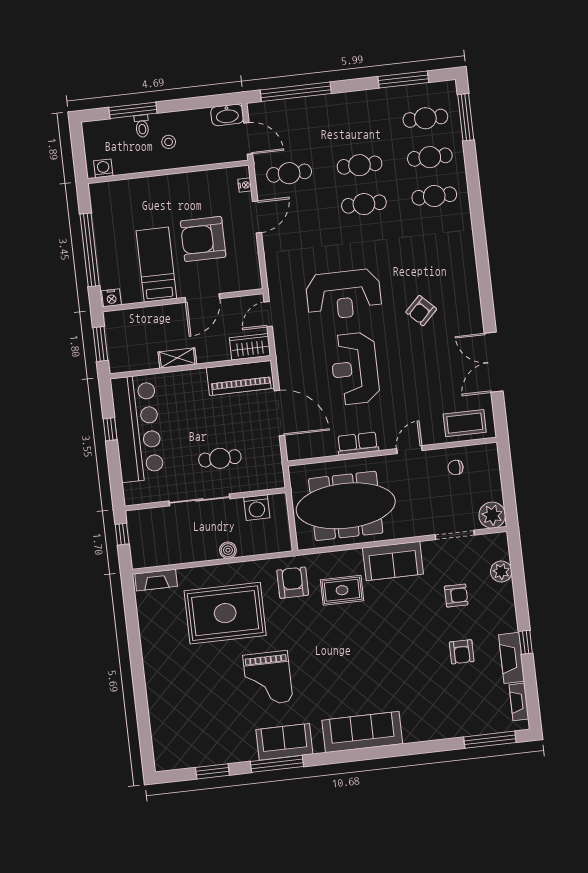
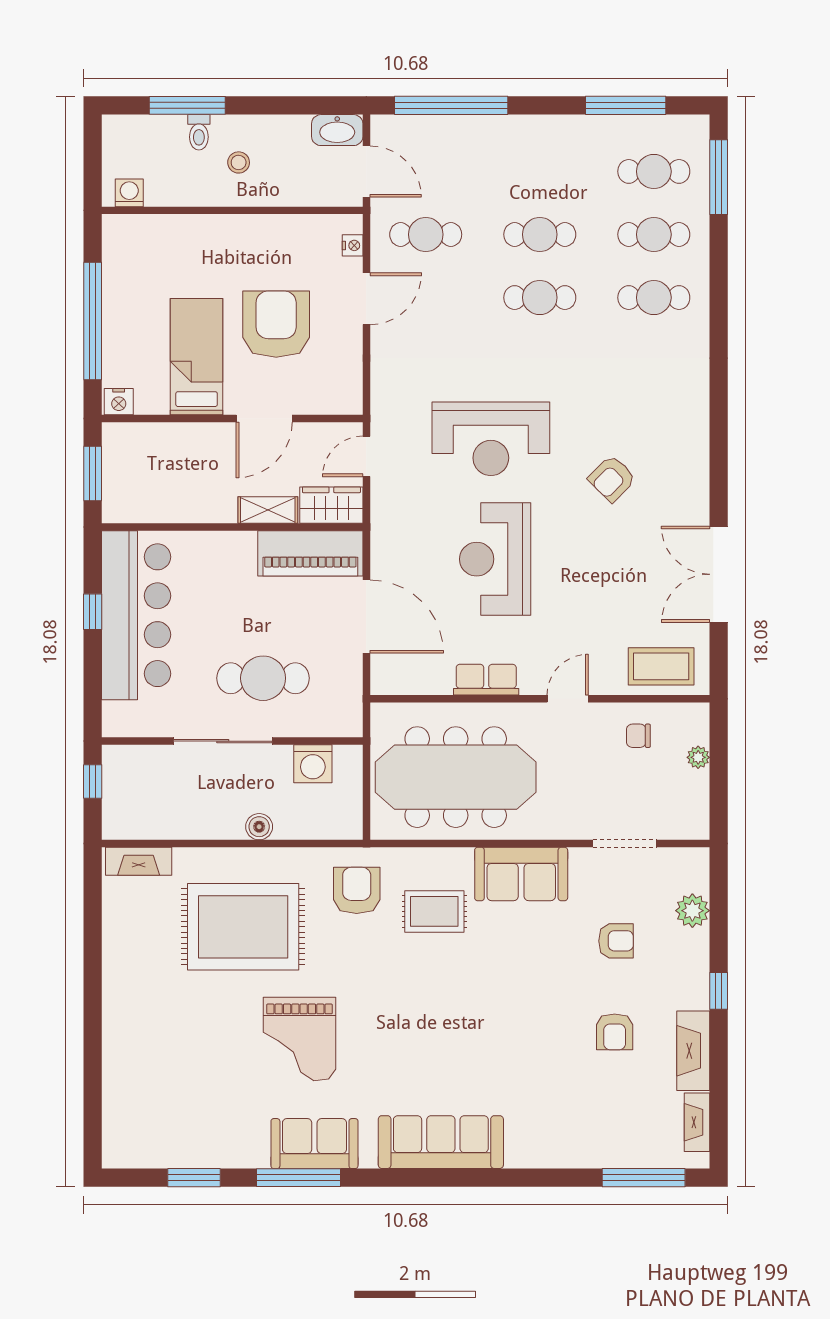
armchair: (203, 239) -> (276, 324), turned 90
shelving: (177, 358) -> (268, 510), moved
cafe table: (220, 458) -> (263, 678), width x1.37, depth x1.35
plant: (492, 515) -> (698, 757), moved, width x0.53, depth x0.53
window: (526, 642) -> (719, 991), moved

